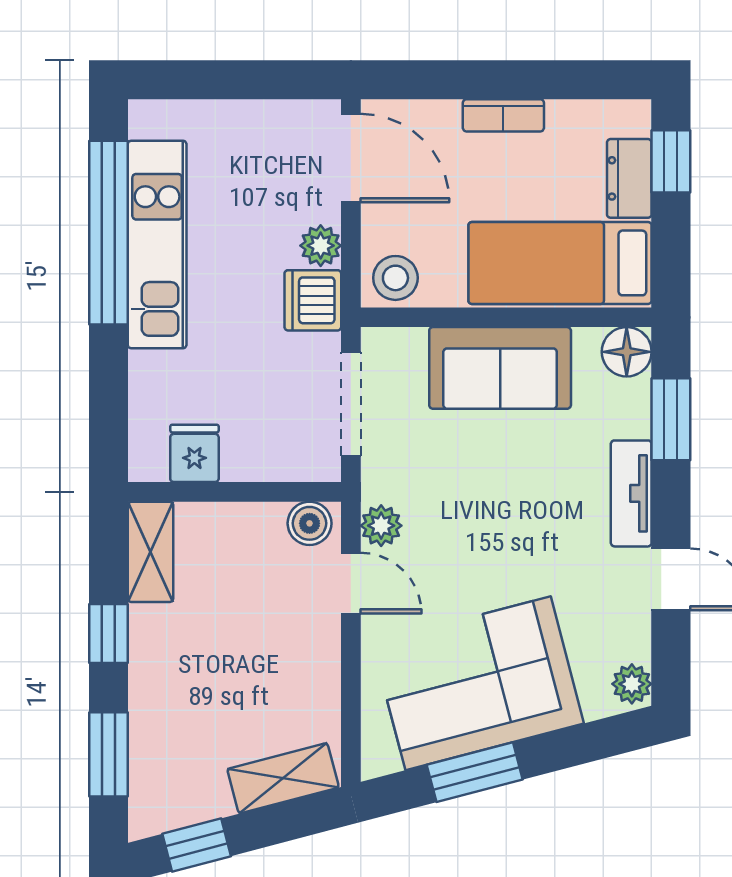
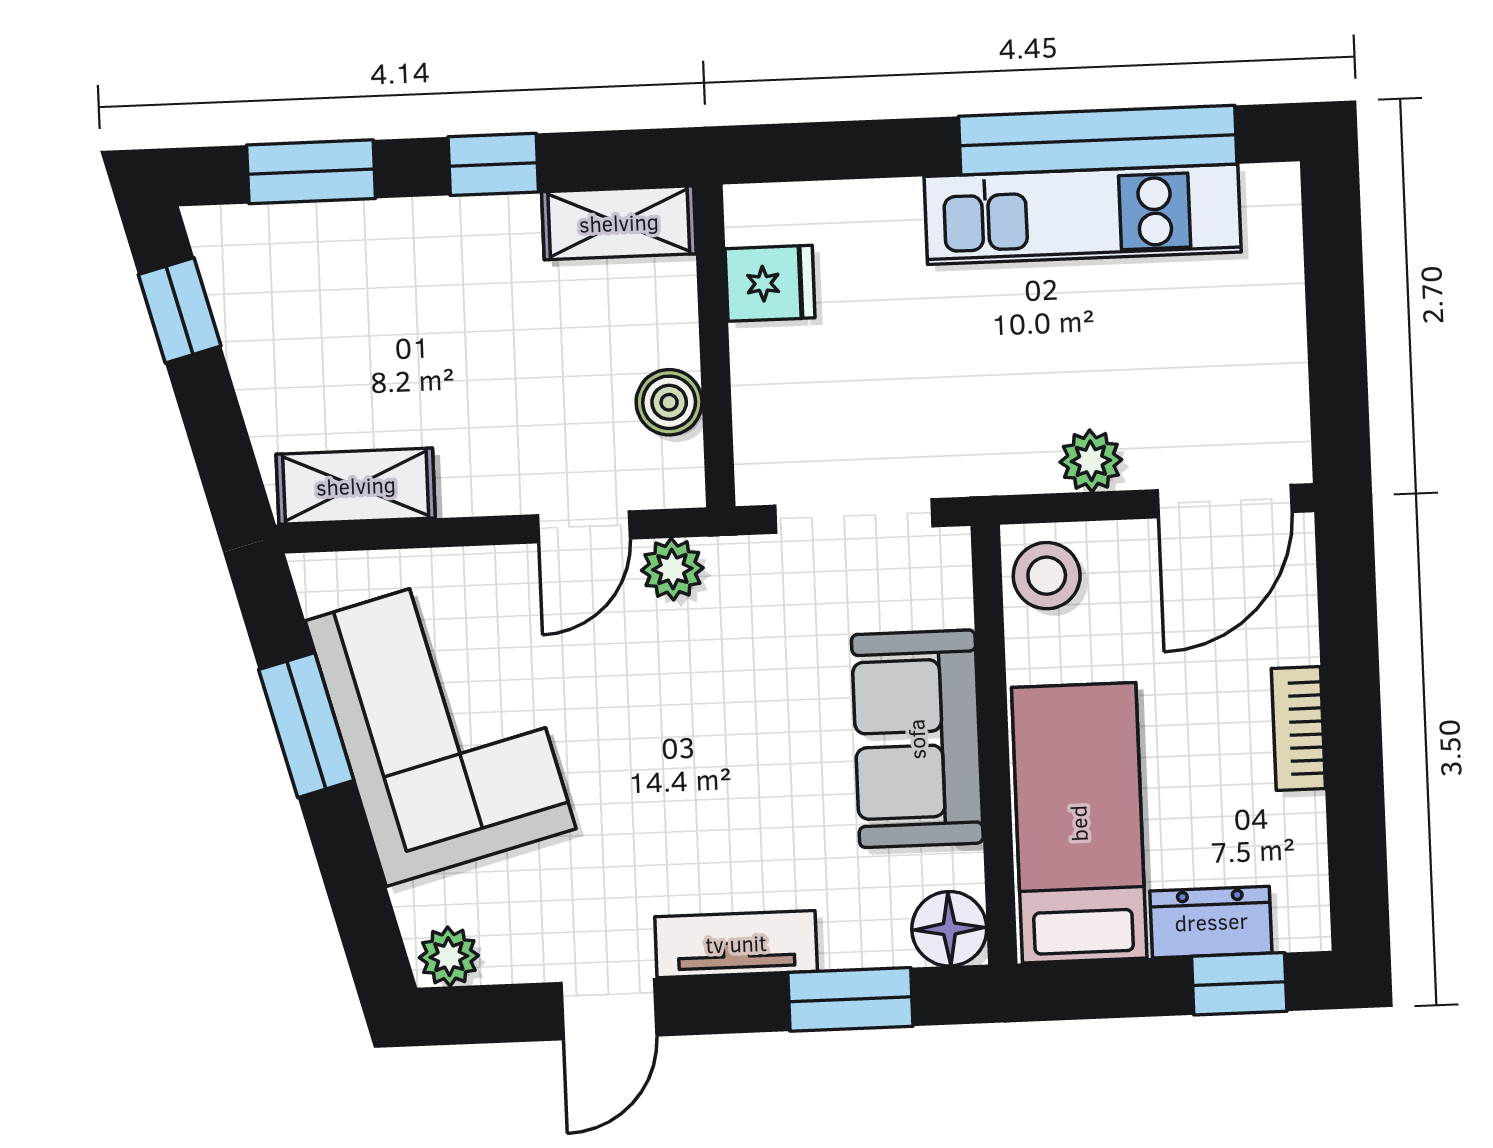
dishwasher: (313, 300) -> (1008, 452), removed
boiler: (310, 523) -> (669, 402), moved
shelving: (283, 778) -> (356, 486), moved, turned -75

